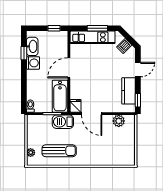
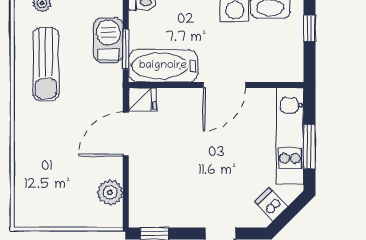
window: (54, 28) -> (309, 28), moved
door: (69, 68) -> (224, 85), swing flipped
kitchen counter: (128, 91) -> (175, 213), removed
barbecue: (63, 122) -> (108, 40), moved

